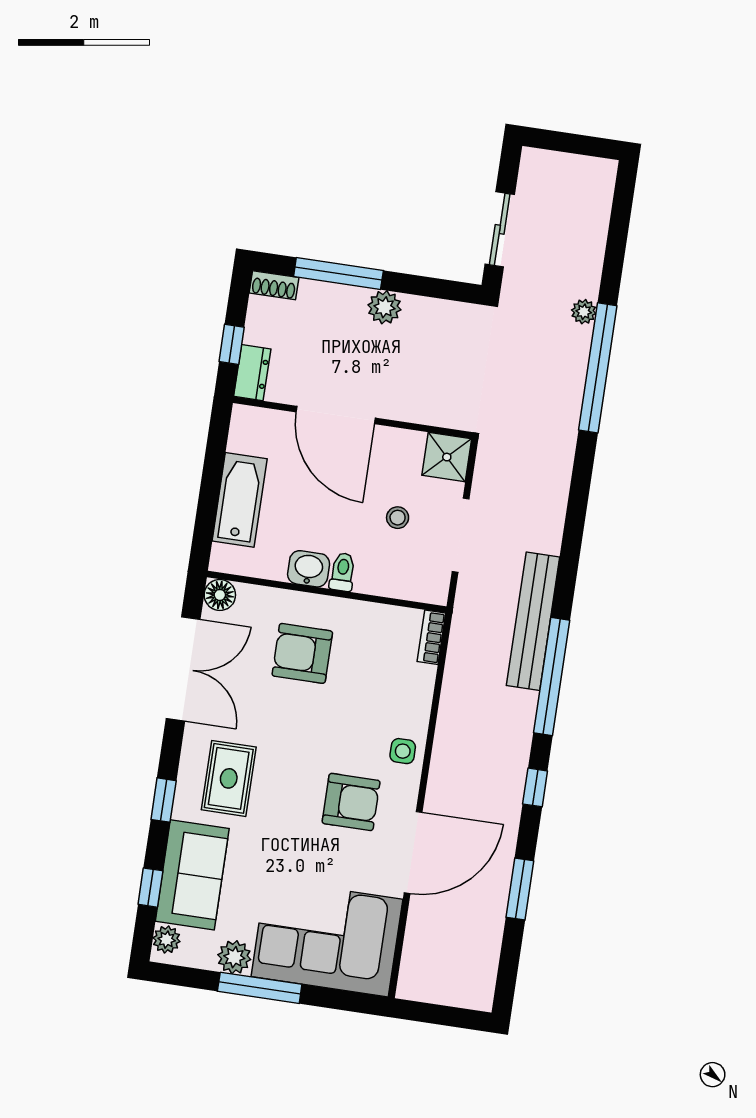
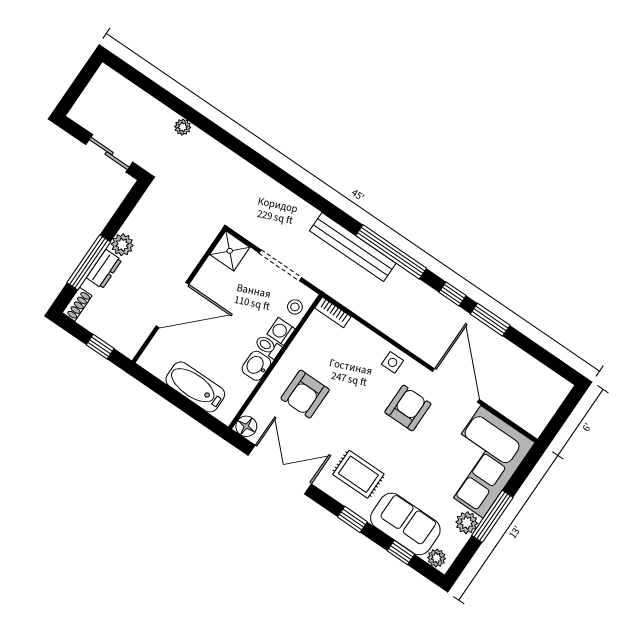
window: (598, 368) -> (220, 135), removed
dresser: (252, 373) -> (104, 269), moved, turned 90
stool: (398, 518) -> (295, 307), moved
washing machine: (371, 580) -> (281, 331), added
window: (520, 889) -> (490, 320), moved

